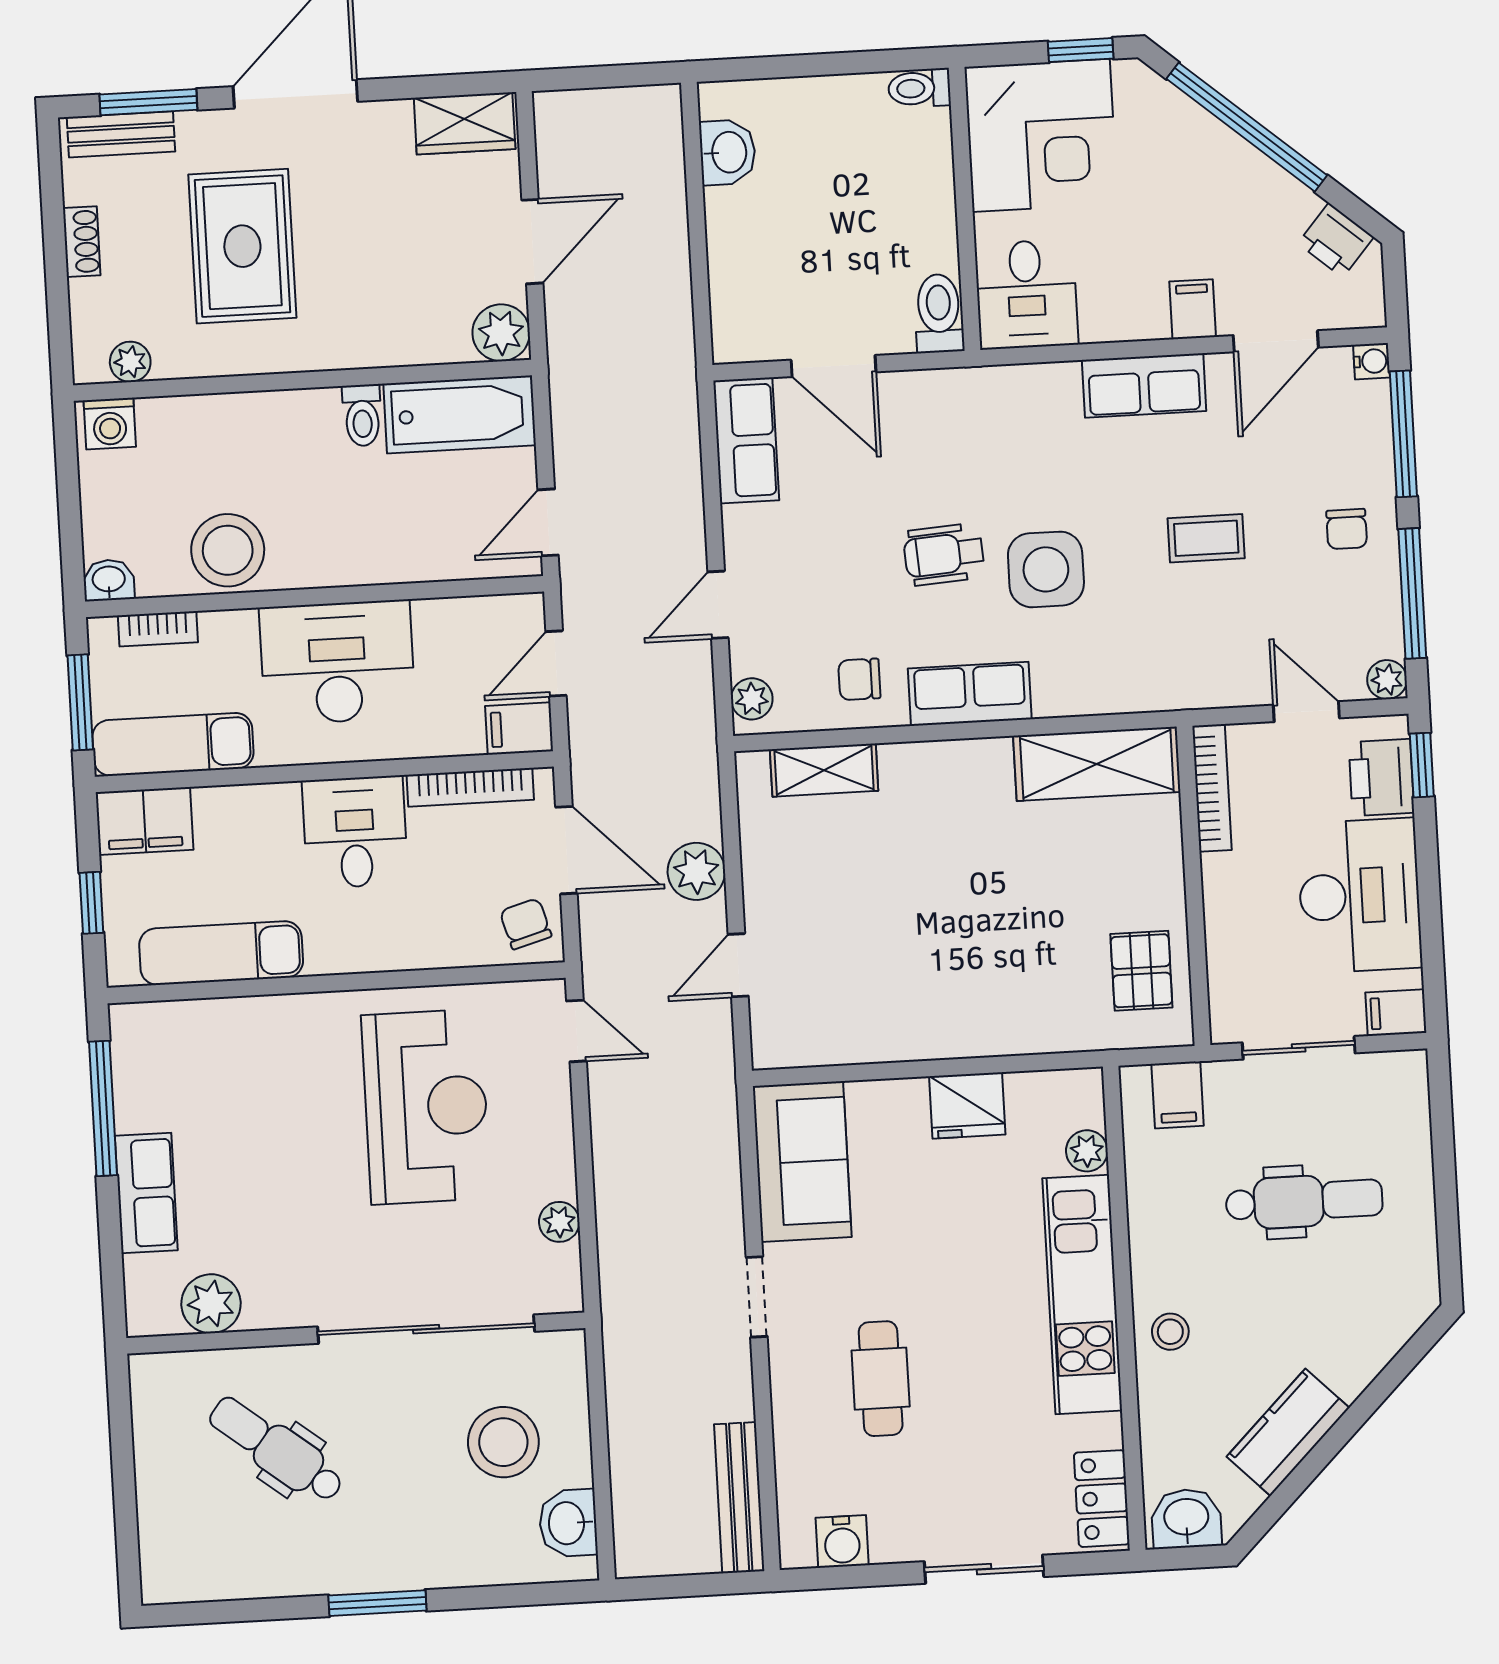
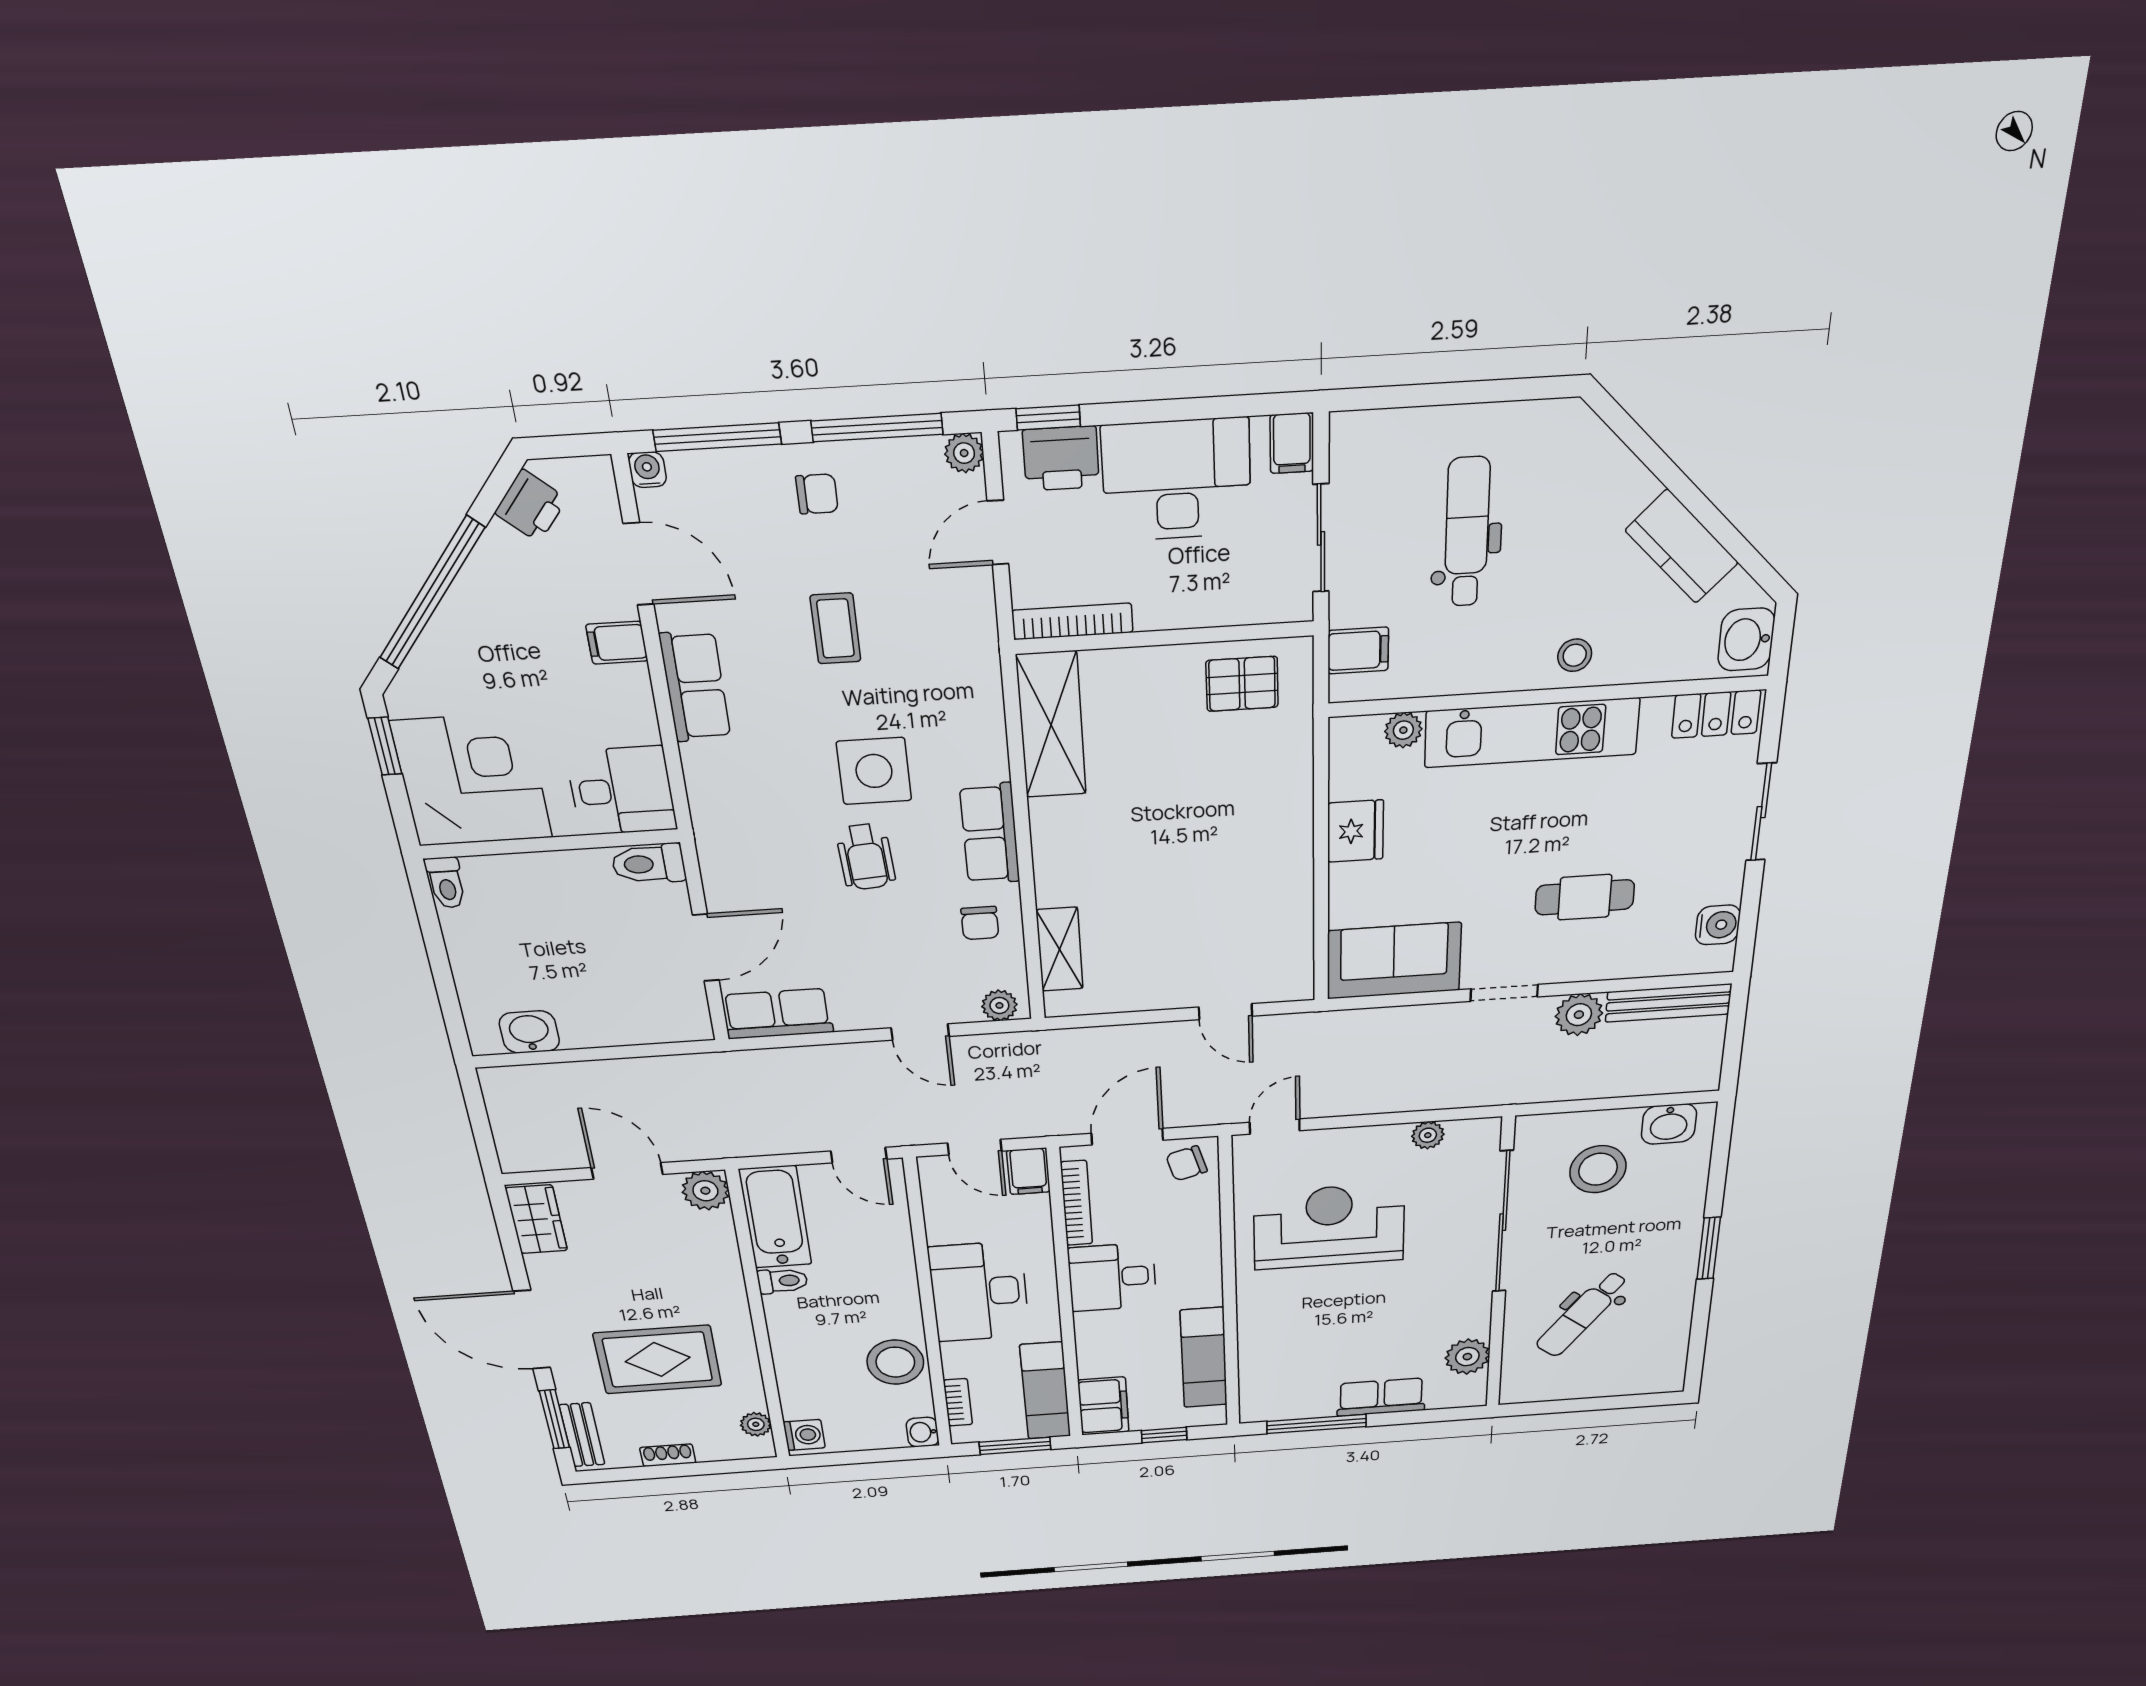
plant: (696, 871) -> (1579, 1015), moved

